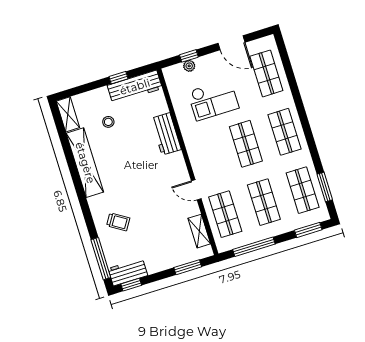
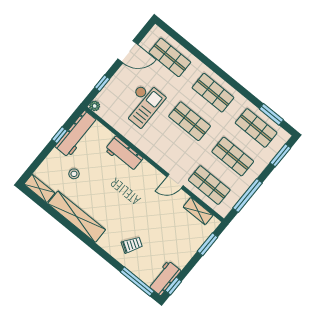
plant: (189, 66) -> (95, 106), moved

